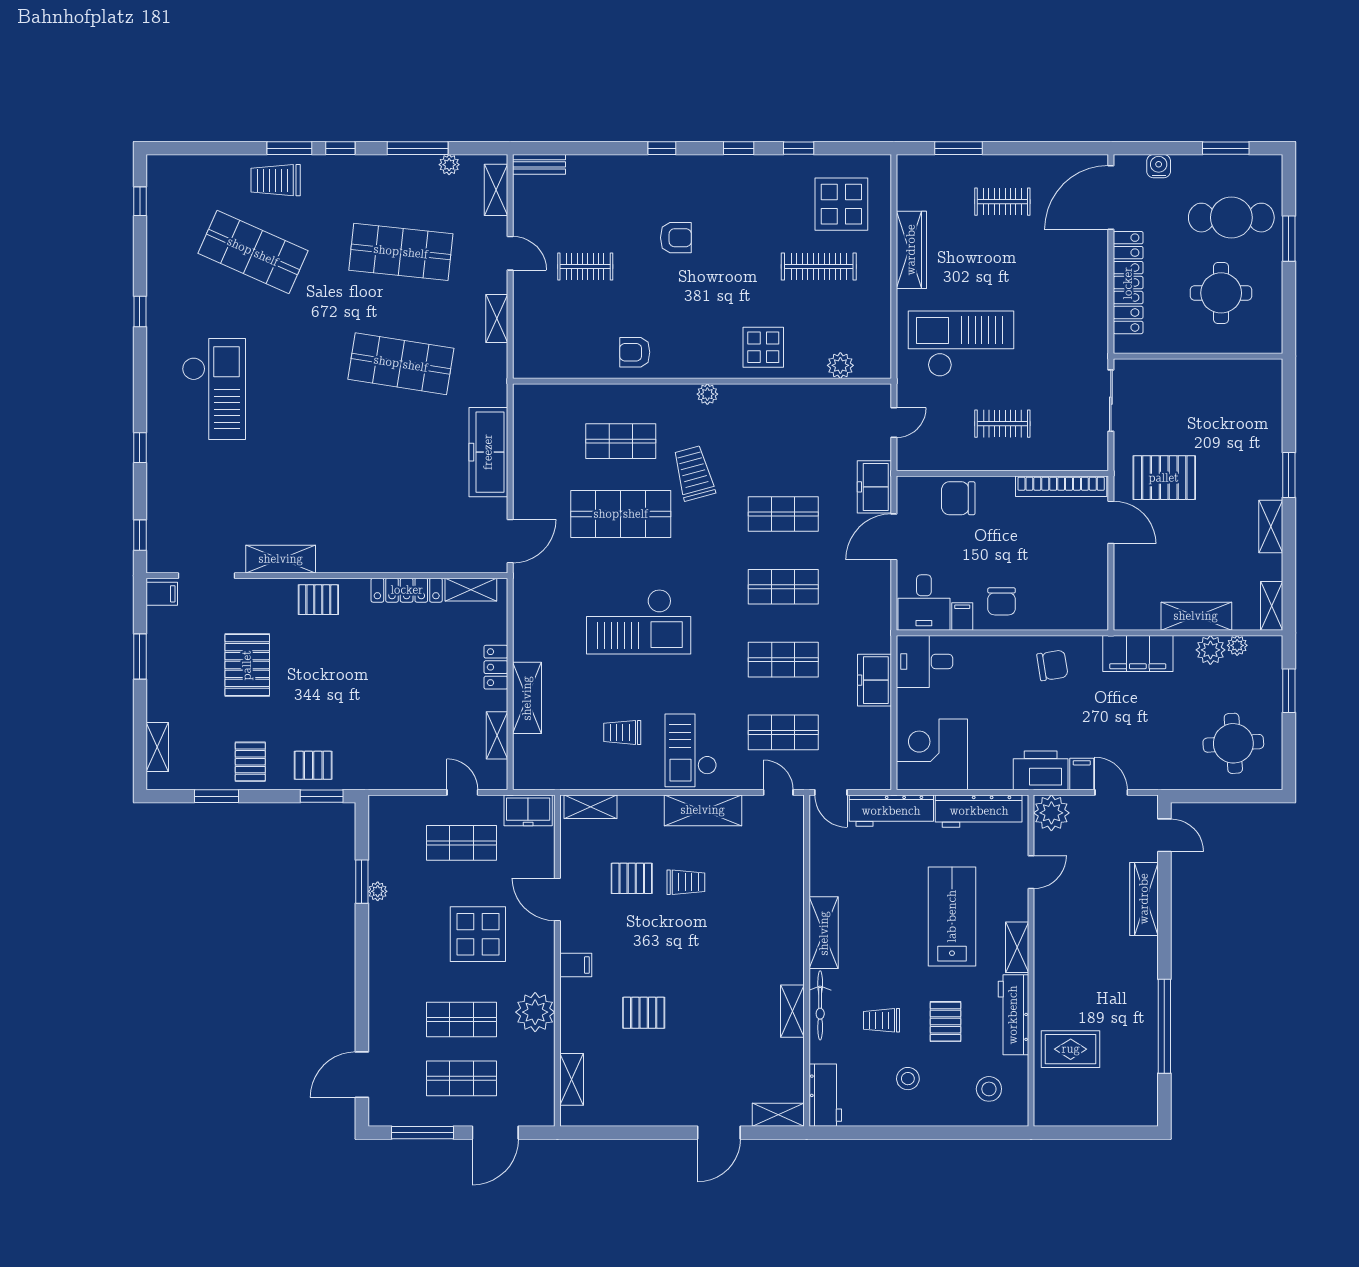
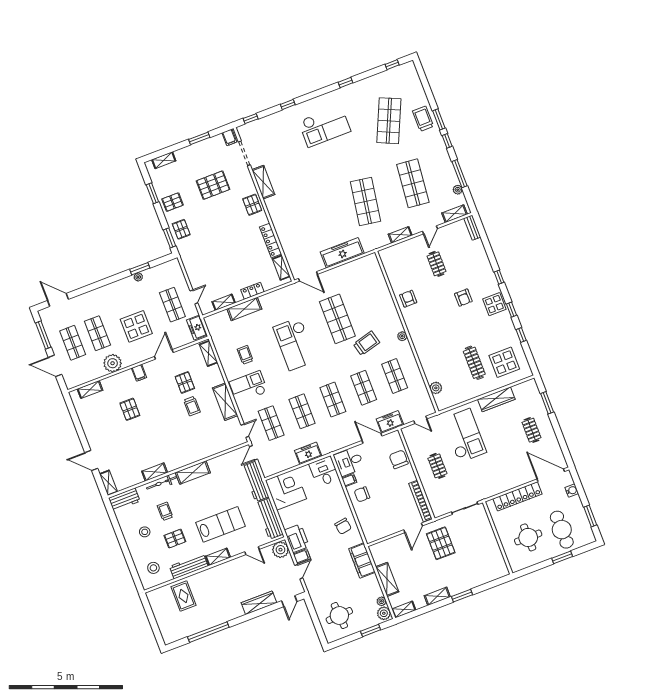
display table: (763, 347) -> (494, 304), moved
shop shelf: (621, 441) -> (395, 376), moved
plant: (1210, 650) -> (384, 613), moved

